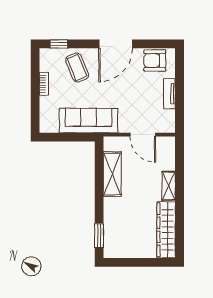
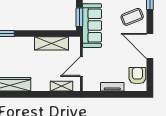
window: (78, 137) -> (79, 17), added
shelving: (169, 186) -> (61, 86), moved

